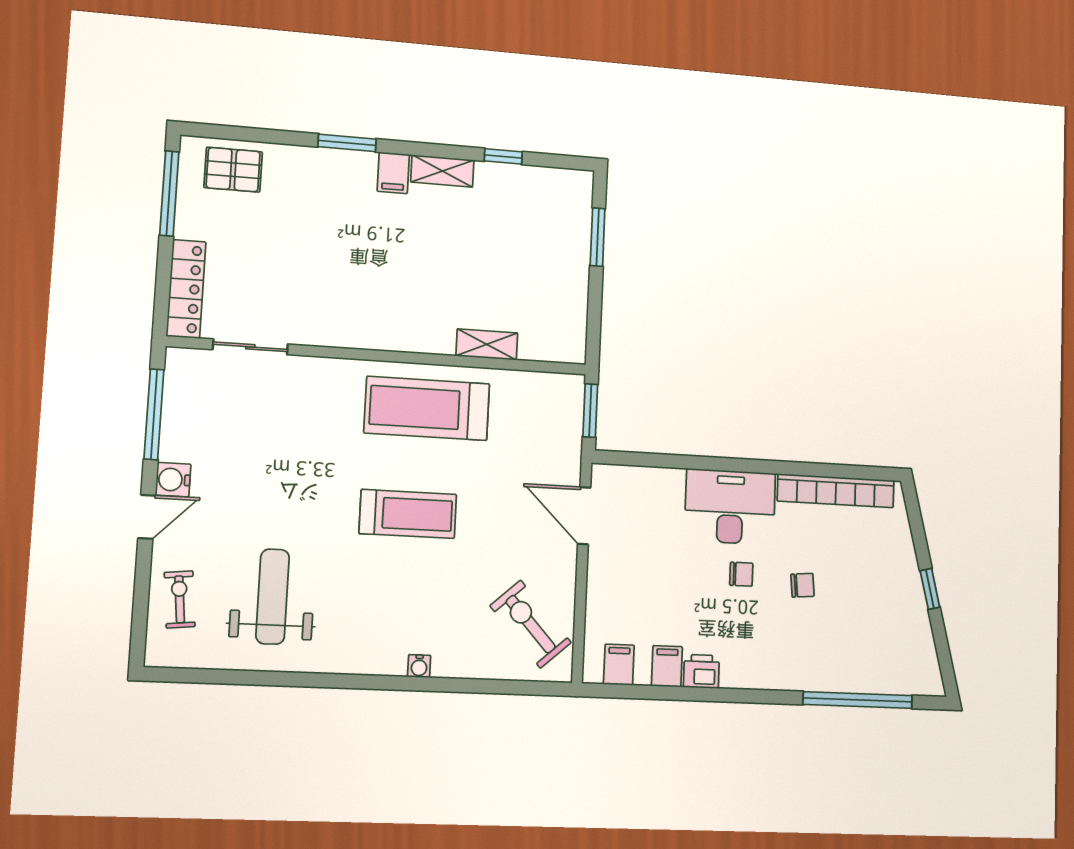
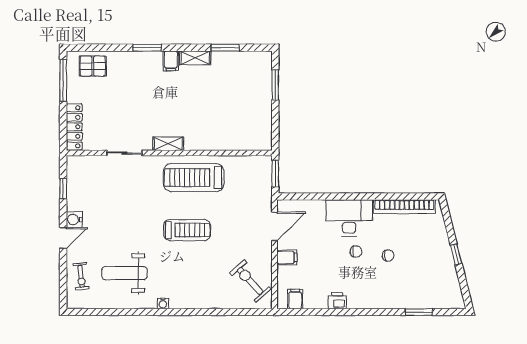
window: (503, 156) -> (225, 48), width x1.50
shelving: (487, 344) -> (168, 144), moved
sliding door: (250, 347) -> (124, 153), moved
window: (154, 414) -> (63, 189), width x0.46
door: (584, 516) -> (275, 226), swing flipped
weight bench: (273, 597) -> (124, 273), turned -90
exercise bike: (180, 599) -> (81, 276), turned 180
water cooler: (419, 666) -> (163, 303), moved
filing cabinet: (667, 666) -> (287, 257), moved, turned 90
window: (858, 700) -> (419, 312), width x0.47

